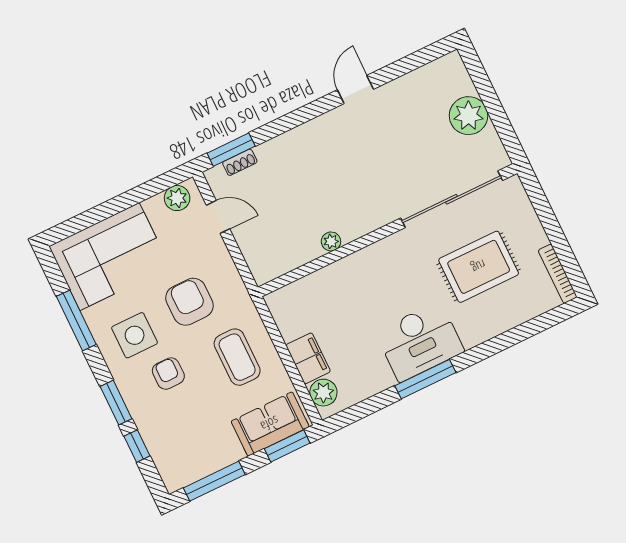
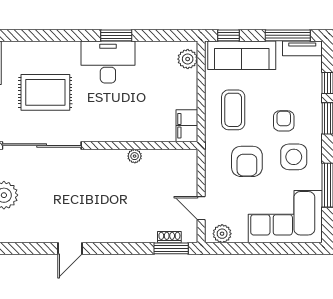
filing cabinet: (308, 358) -> (187, 126), moved
armchair: (168, 374) -> (284, 121), turned 180
window: (425, 379) -> (116, 35), width x0.69
sofa: (270, 424) -> (242, 55), width x1.36
window: (287, 446) -> (228, 35), width x0.67
tv unit: (189, 474) -> (302, 48), added

